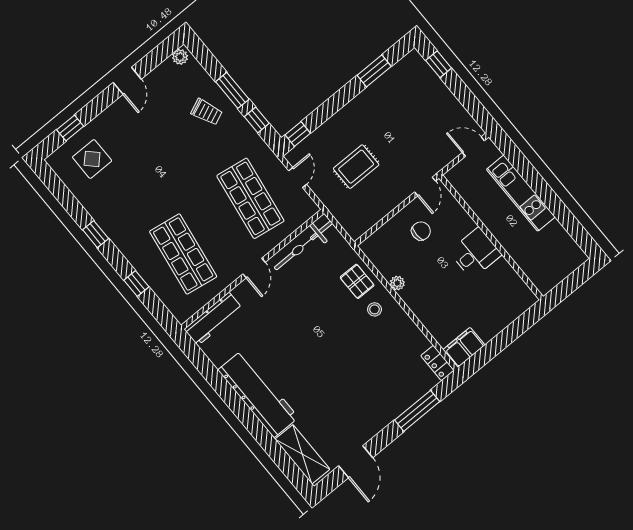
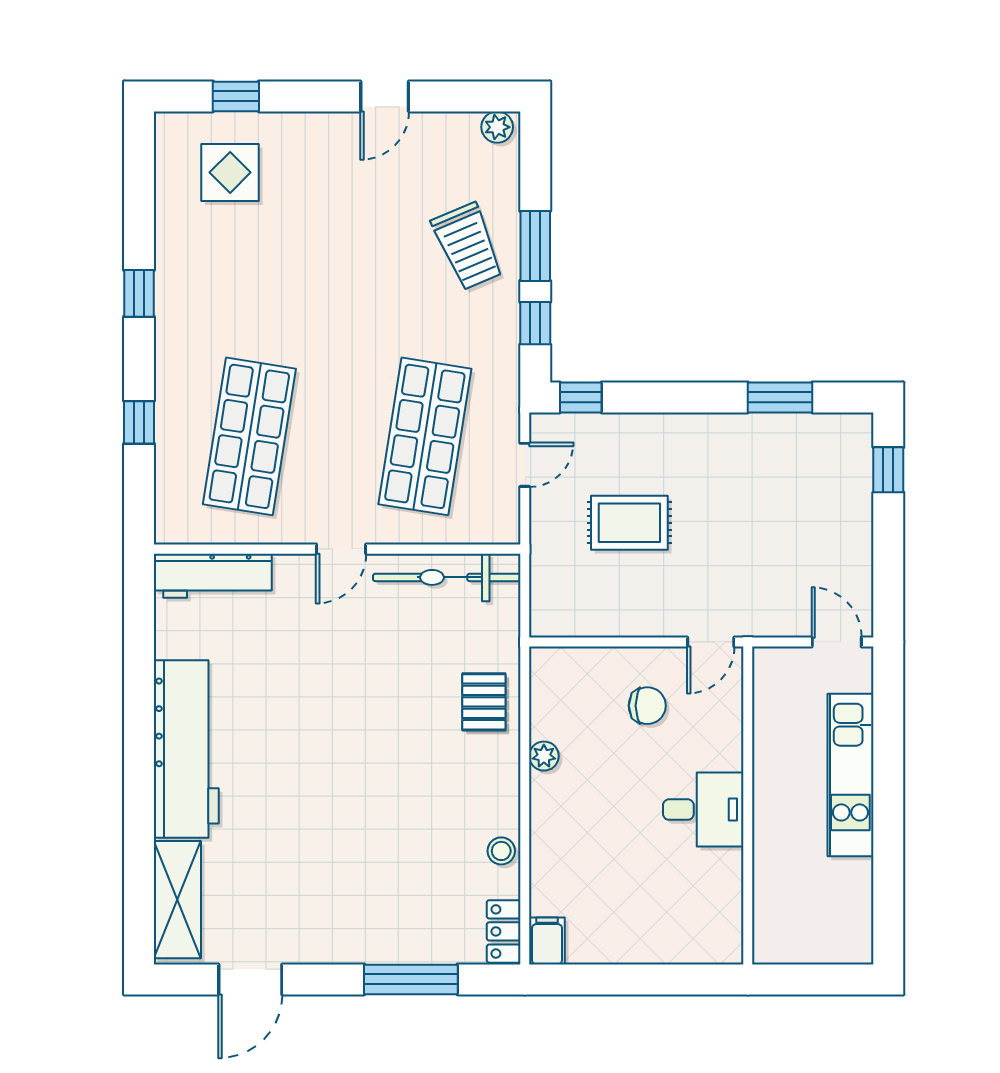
trolley: (207, 112) -> (468, 246), width x1.36, depth x1.39
stool: (375, 309) -> (501, 851), moved
filing cabinet: (464, 347) -> (547, 941), width x0.50

